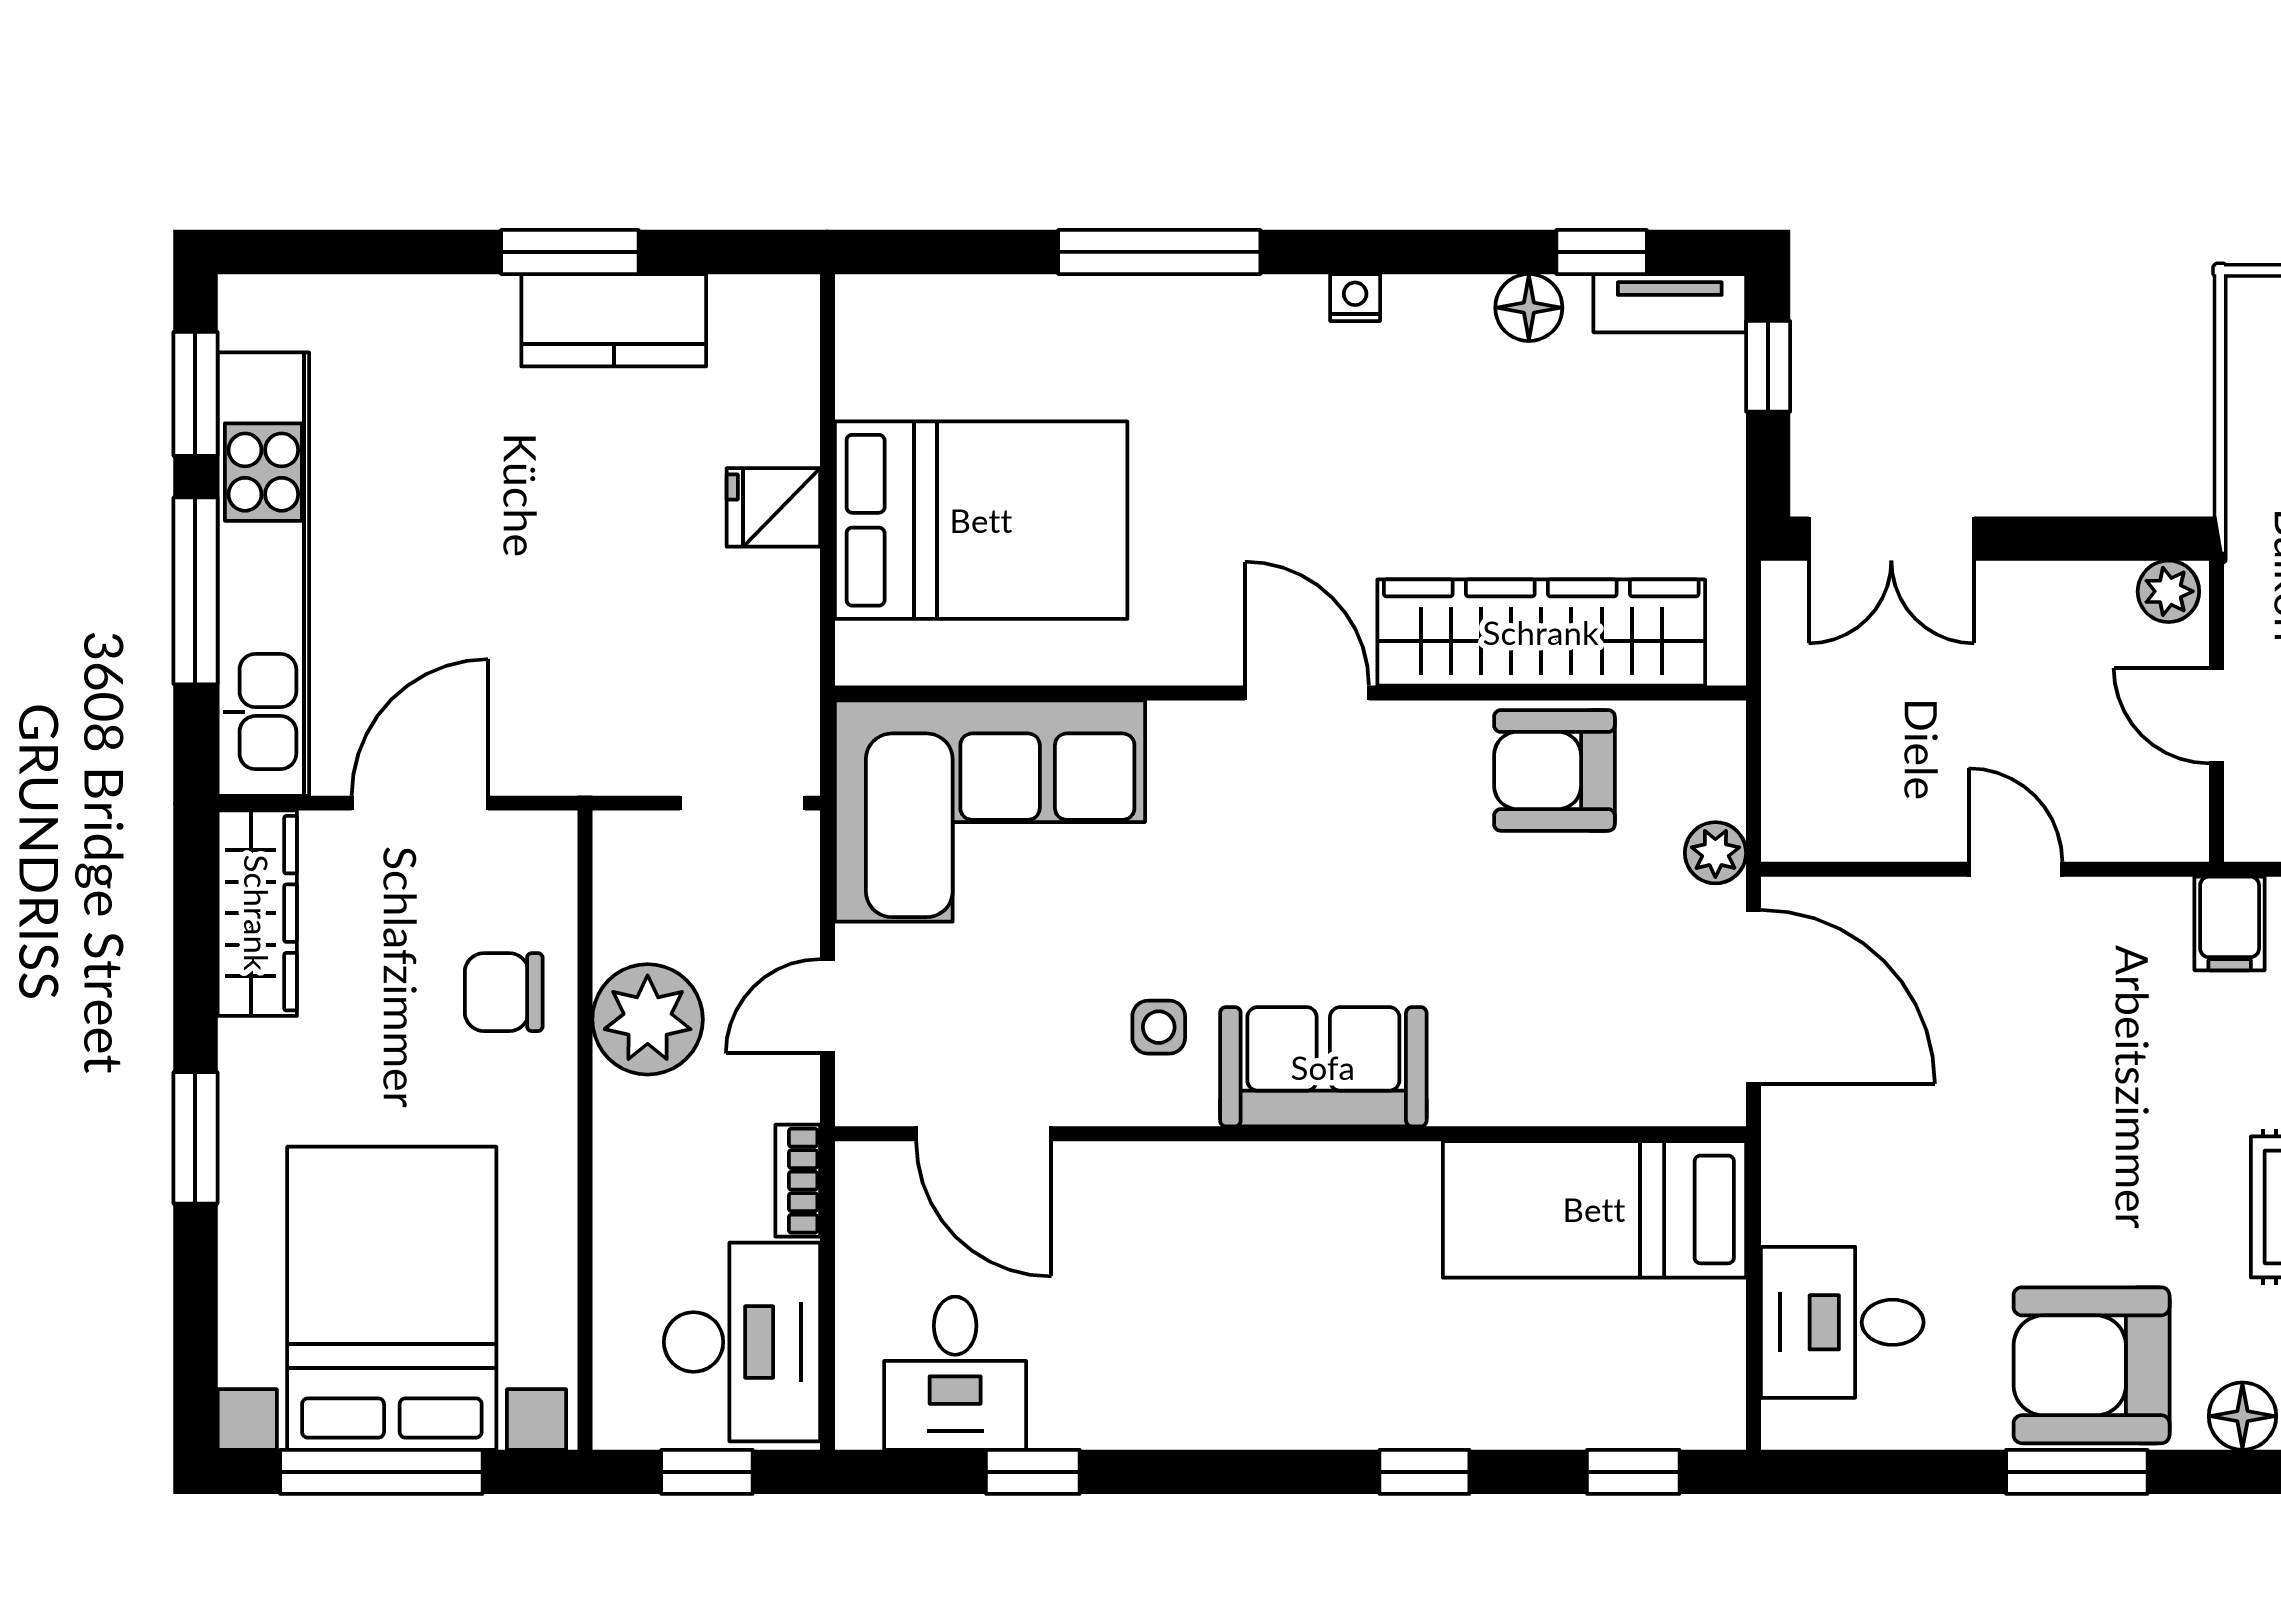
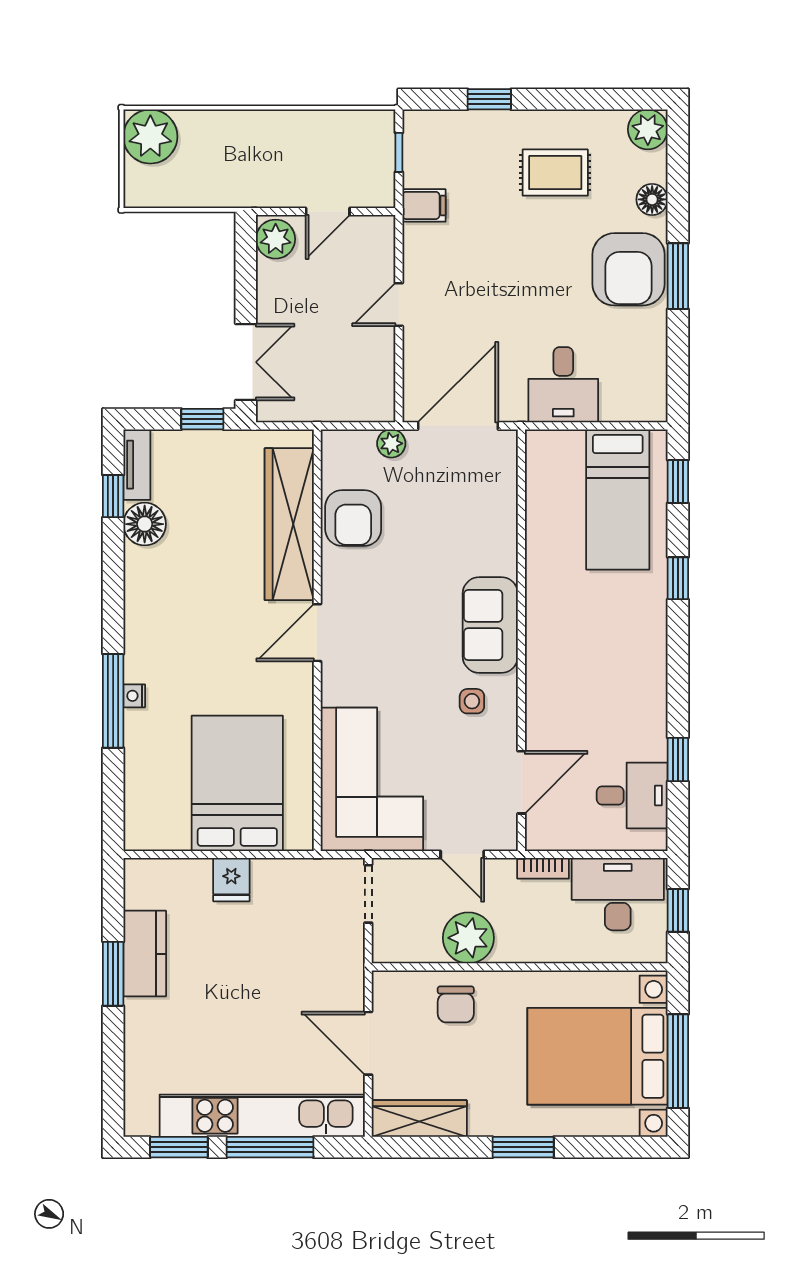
nightstand: (1355, 298) -> (134, 696), moved
floor lamp: (1529, 308) -> (145, 524), width x1.38, depth x1.38
window: (1768, 366) -> (202, 419), moved
plant: (2168, 591) -> (276, 239), width x1.38, depth x1.38
bed: (1594, 1209) -> (618, 499), moved
desk: (1842, 1322) -> (563, 385), moved

